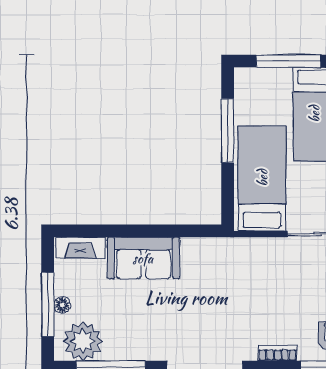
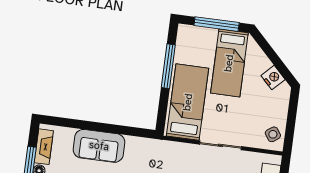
fireplace: (80, 248) -> (44, 147), moved, turned -90

